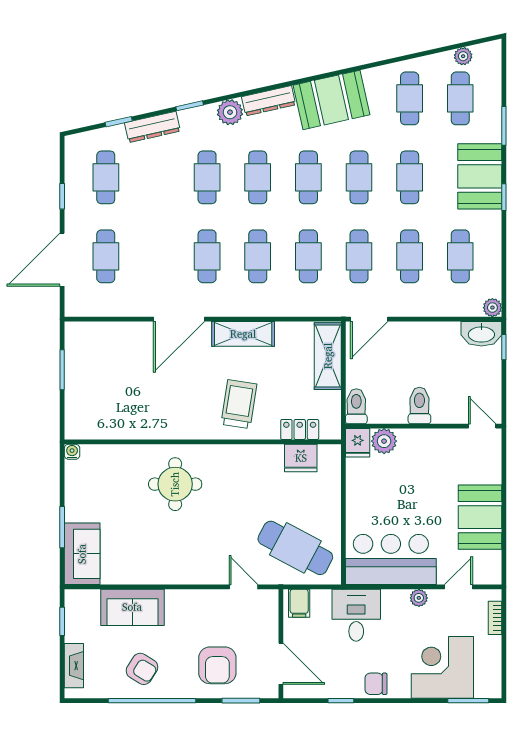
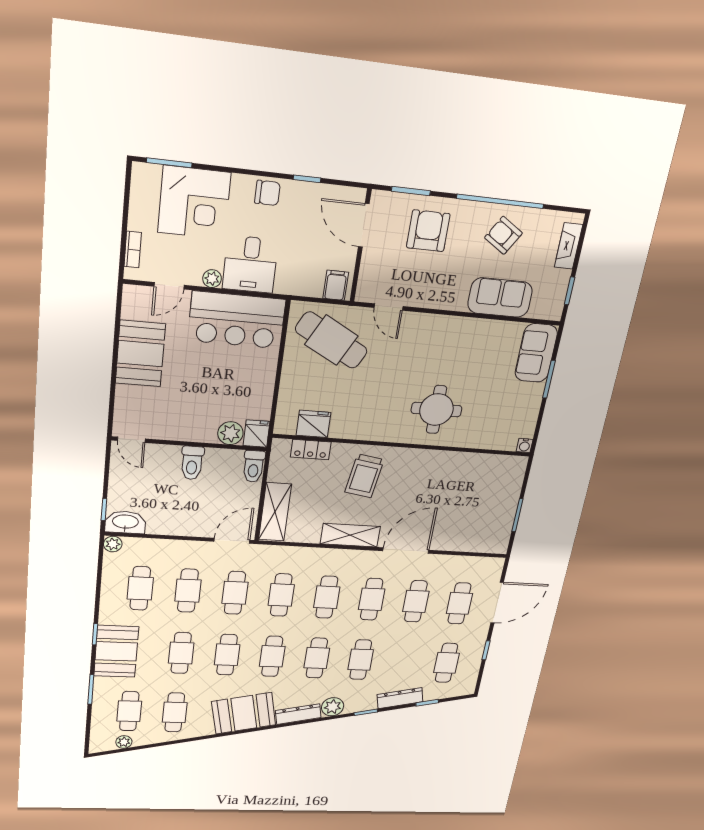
cafe table: (156, 256) -> (416, 601), added
desk: (356, 615) -> (250, 264), moved

